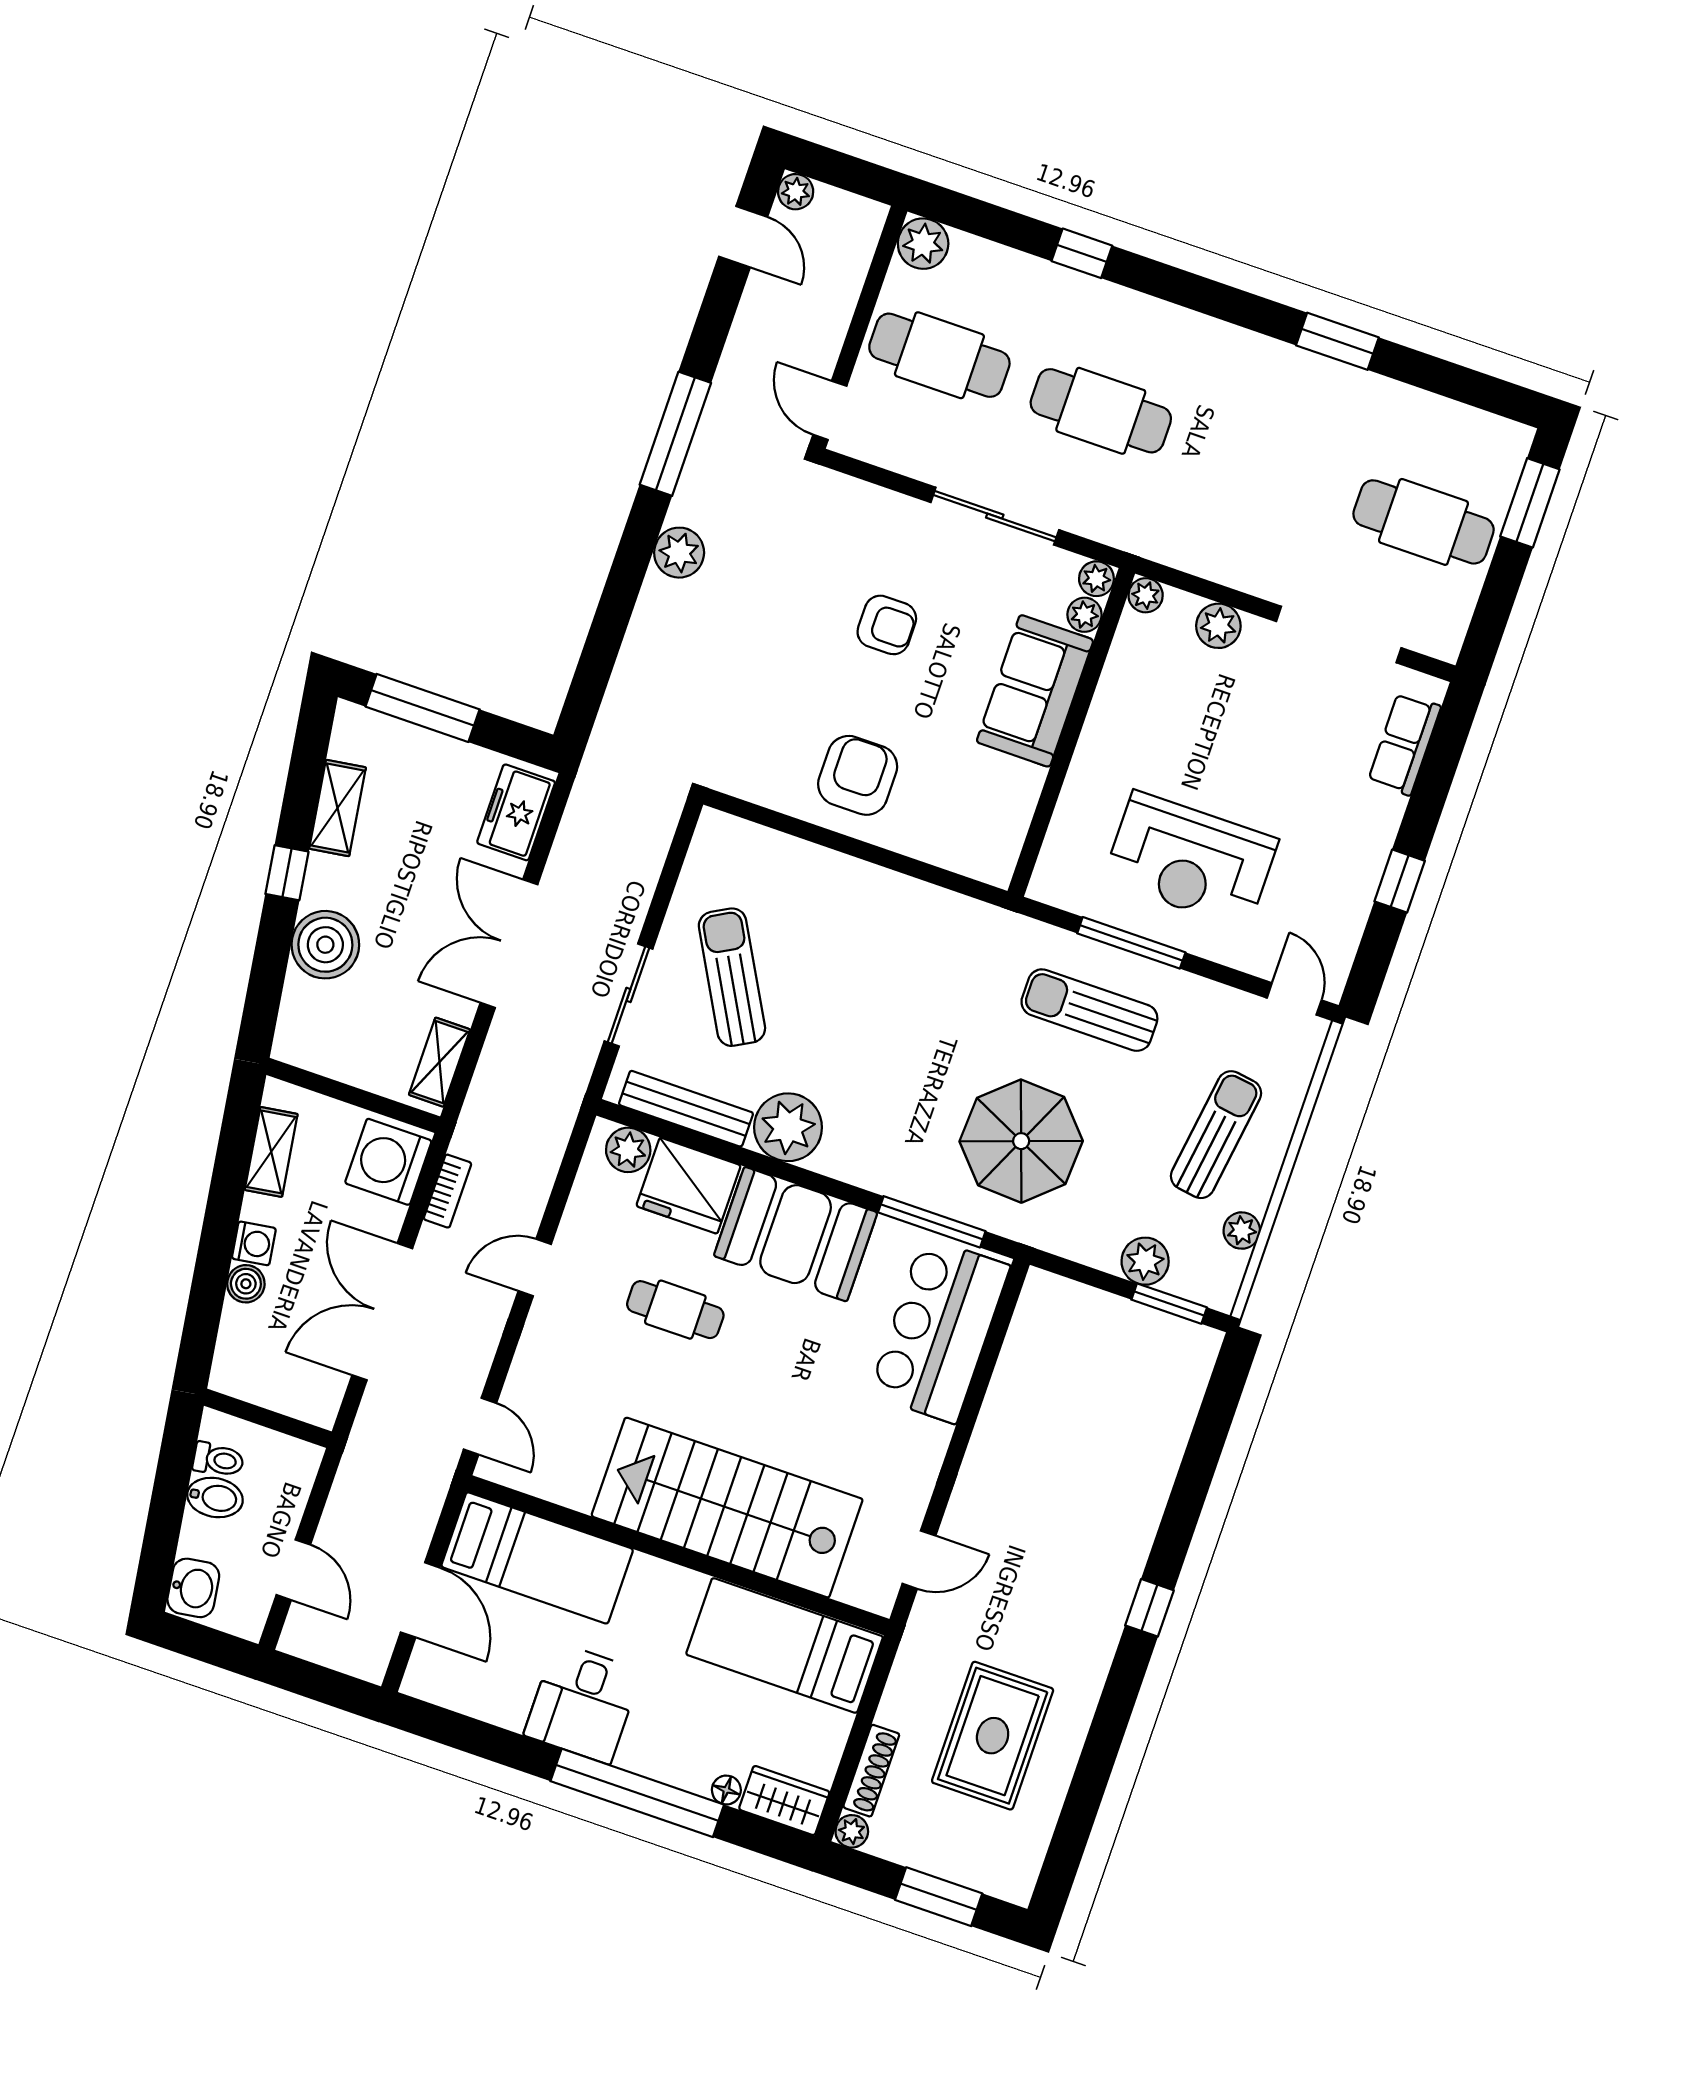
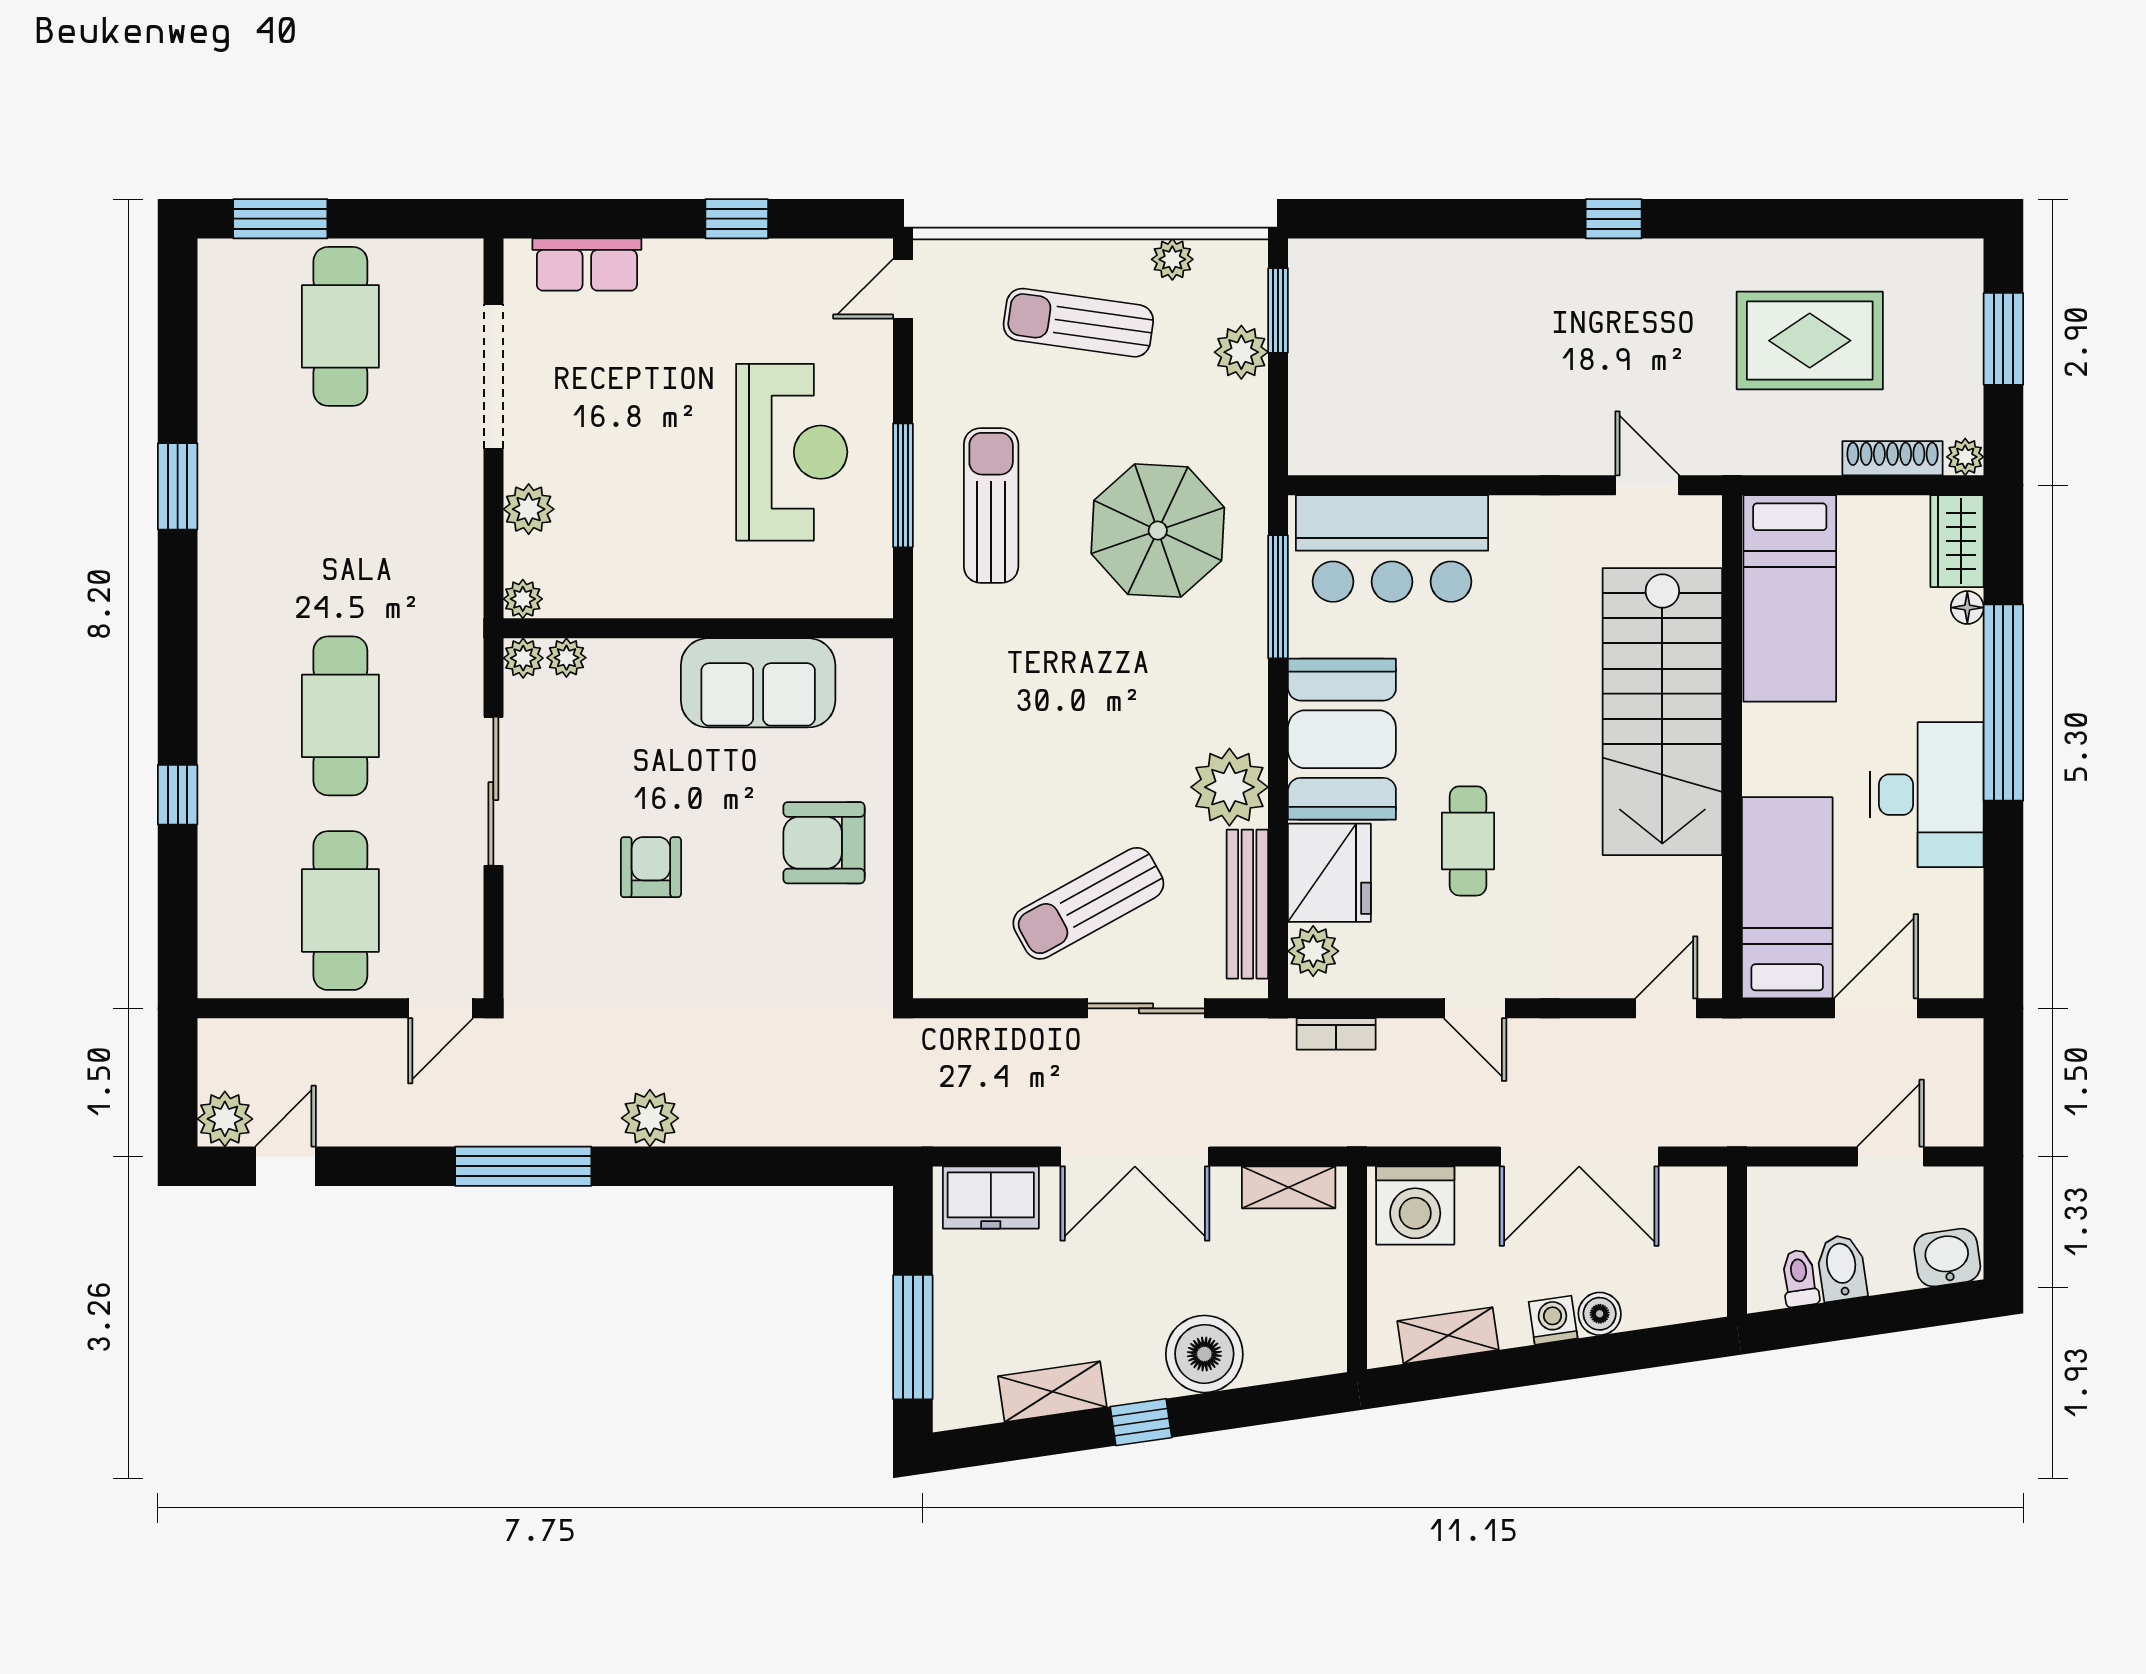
plant: (796, 192) -> (225, 1119), width x1.38, depth x1.38
plant: (923, 244) -> (226, 970), removed
sofa: (1035, 691) -> (758, 683), moved
sun lounger: (1089, 1010) -> (991, 505), turned 180
bookcase: (447, 1191) -> (1336, 1034), moved, turned 180
desk: (583, 1703) -> (1927, 795), width x1.37

